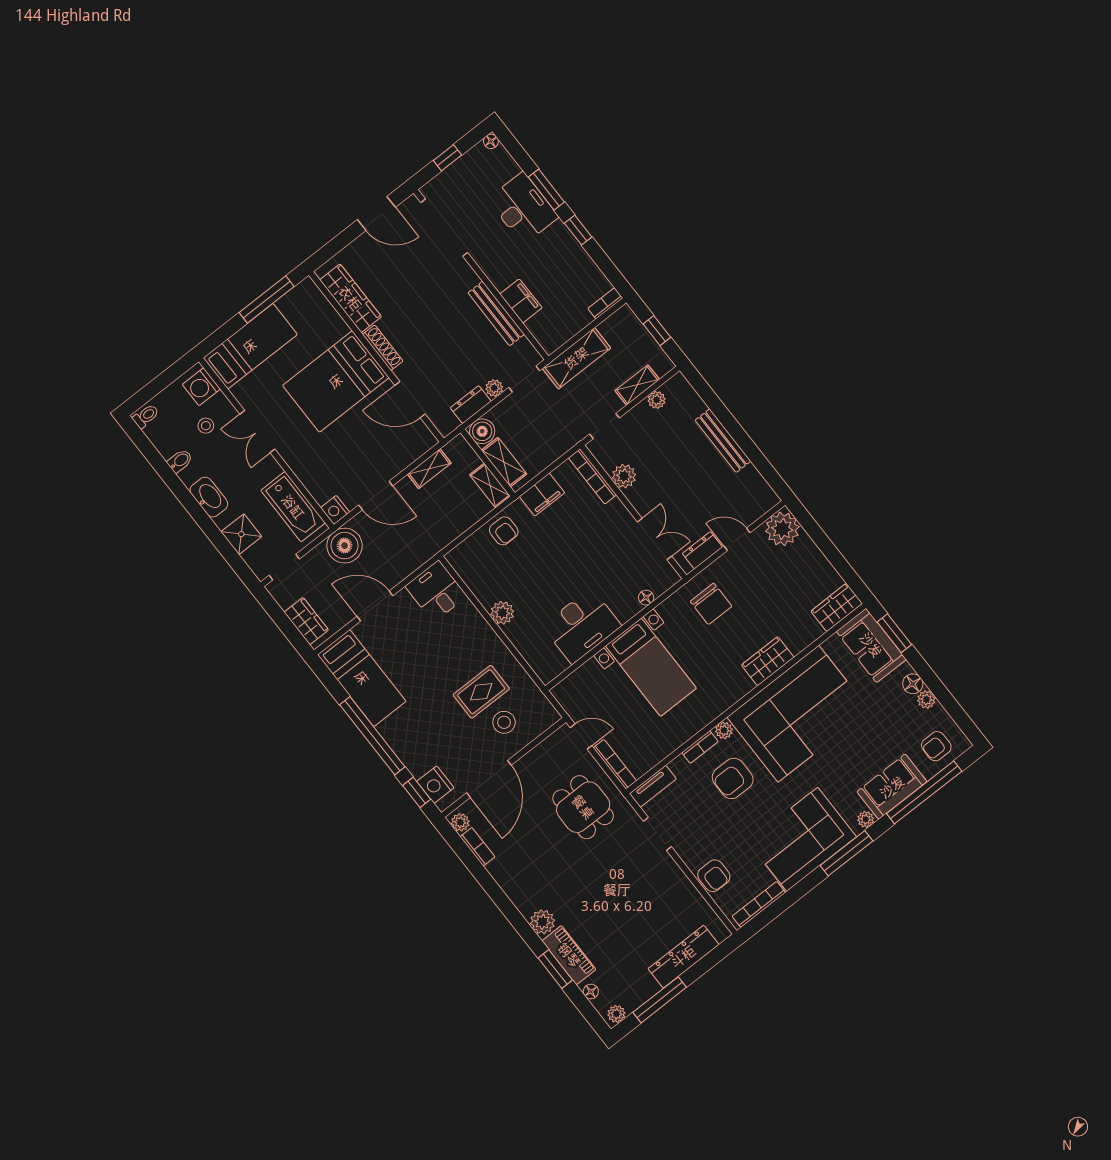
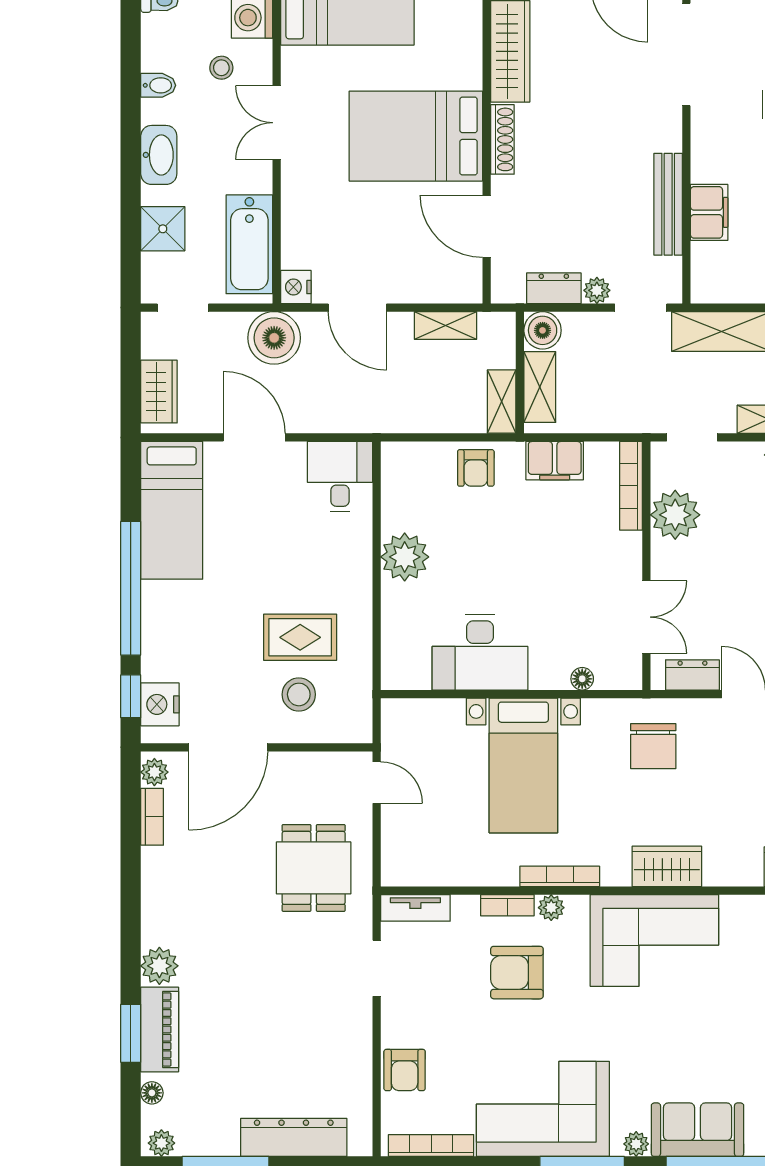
plant: (624, 476) -> (675, 515), width x1.36, depth x1.36
plant: (502, 613) -> (405, 557), width x1.36, depth x1.36
corner sofa: (798, 714) -> (654, 940), width x0.73, depth x0.74
bookcase: (615, 764) -> (560, 876), moved, turned -90

